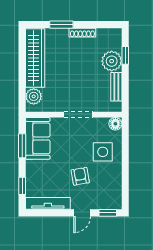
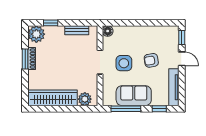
window: (61, 25) -> (25, 59), moved
plant: (112, 61) -> (36, 34), moved
sofa: (38, 138) -> (134, 96), moved
window: (22, 146) -> (126, 109), width x1.44
side table: (103, 152) -> (124, 63), moved

